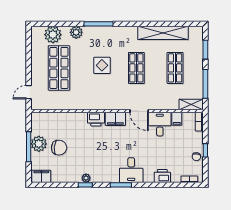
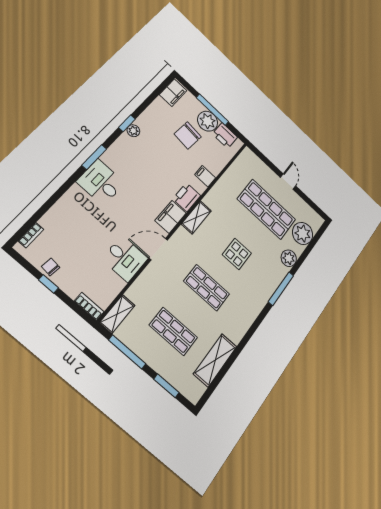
shelving: (163, 33) -> (215, 360), width x0.68
door: (29, 92) -> (288, 182), moved
shelving: (102, 105) -> (196, 217), added
filing cabinet: (177, 119) -> (205, 176), moved
printer: (162, 176) -> (225, 136), moved, turned 90

